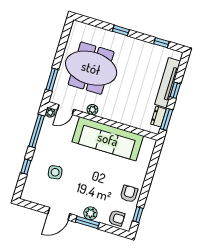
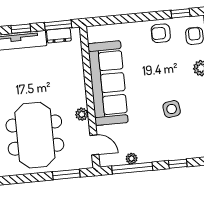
plant: (50, 113) -> (132, 159), moved
side table: (55, 172) -> (172, 109), moved

